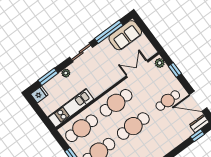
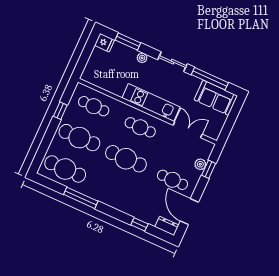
plant: (160, 63) -> (200, 164), moved
cafe table: (116, 103) -> (140, 127), width x0.73, depth x0.74
kitchen unit: (71, 108) -> (151, 102), moved
cafe table: (82, 128) -> (94, 106), width x0.73, depth x0.74
window: (197, 135) -> (139, 224), moved

